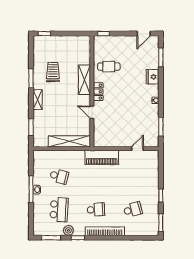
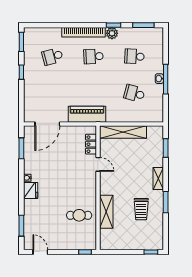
door: (144, 34) -> (40, 252), hinge flipped
fridge: (152, 77) -> (31, 190), moved
shelving: (84, 80) -> (106, 212), moved
locker: (98, 92) -> (91, 144), moved
door: (137, 149) -> (47, 124), width x1.88
school desk: (59, 210) -> (134, 56), width x0.54
plant: (68, 230) -> (112, 33), moved

